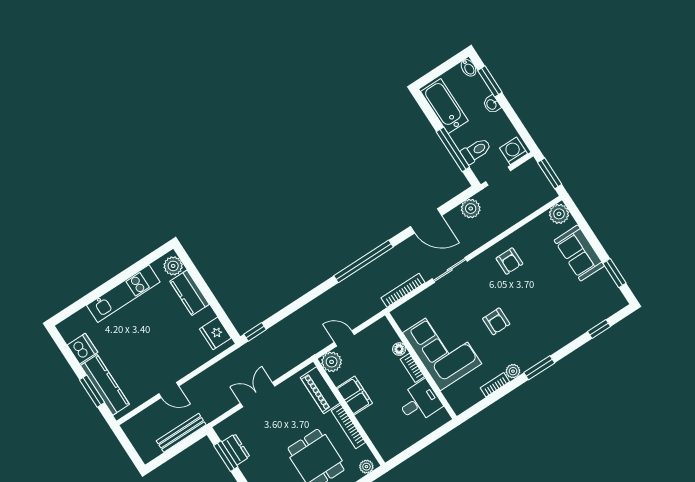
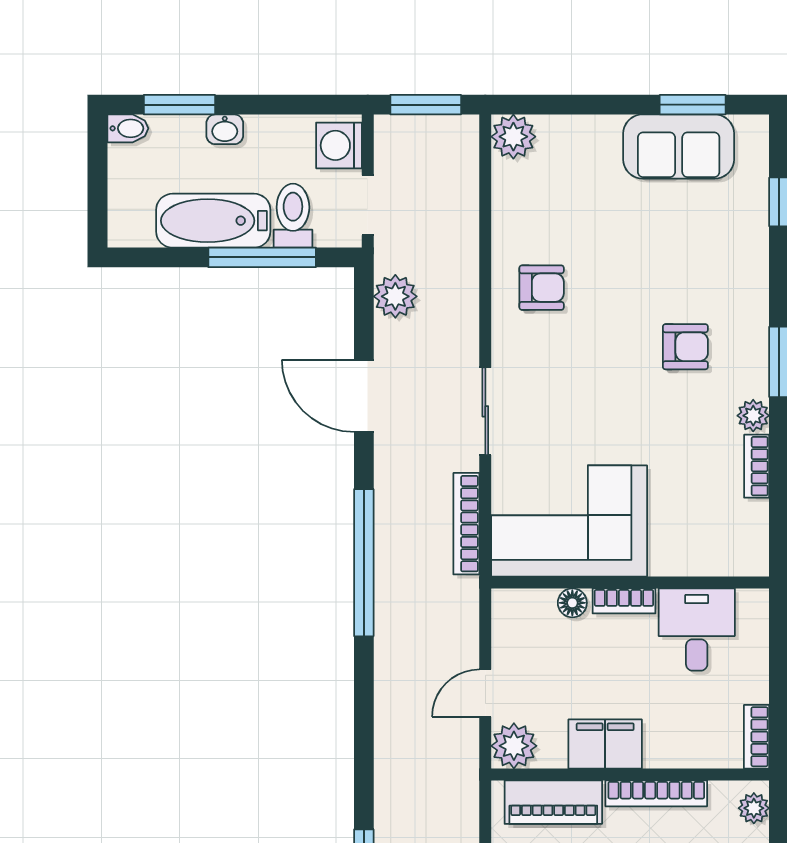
bathtub: (444, 106) -> (213, 221), moved
door: (426, 221) -> (364, 396), swing flipped
sofa: (579, 253) -> (679, 146), moved
armchair: (496, 321) -> (685, 347), moved
corner sofa: (442, 348) -> (569, 521), moved
bookcase: (394, 450) -> (757, 737), added

